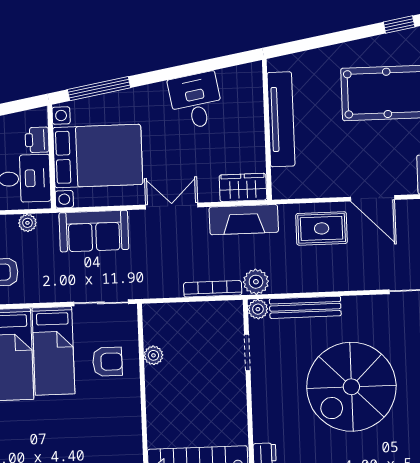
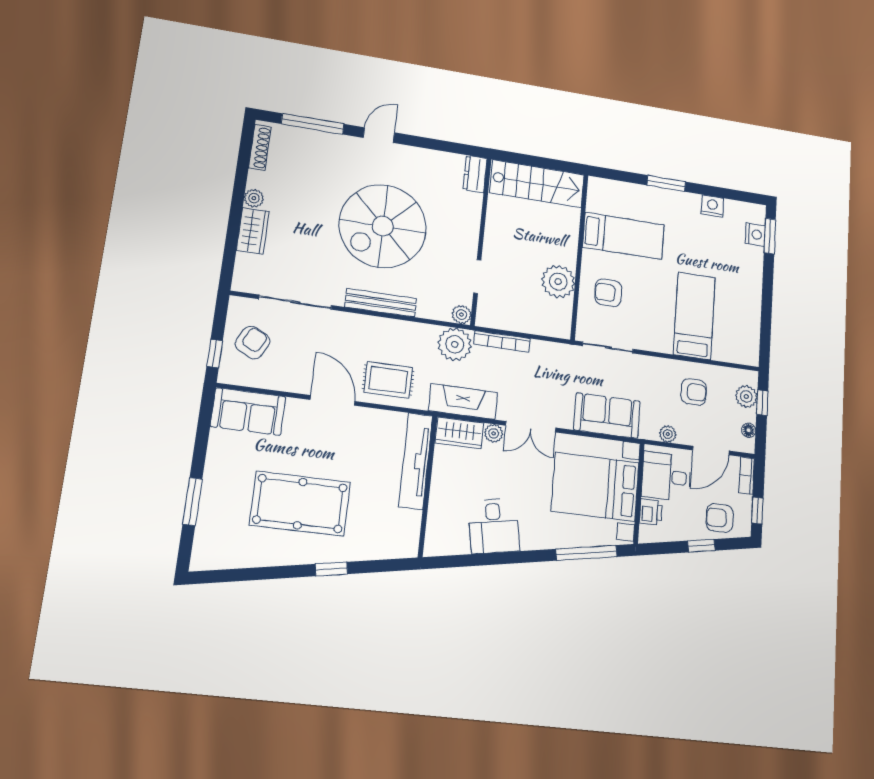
window: (399, 25) -> (331, 569), moved
tv unit: (281, 119) -> (416, 461), moved
plant: (209, 193) -> (494, 433), added
plant: (256, 282) -> (455, 344), width x1.36, depth x1.36
bench: (305, 307) -> (381, 303), moved
bed: (53, 351) -> (623, 236), moved, turned 90
plant: (153, 355) -> (558, 282), width x1.87, depth x1.87
spiral stairs: (351, 387) -> (383, 226), turned 180

